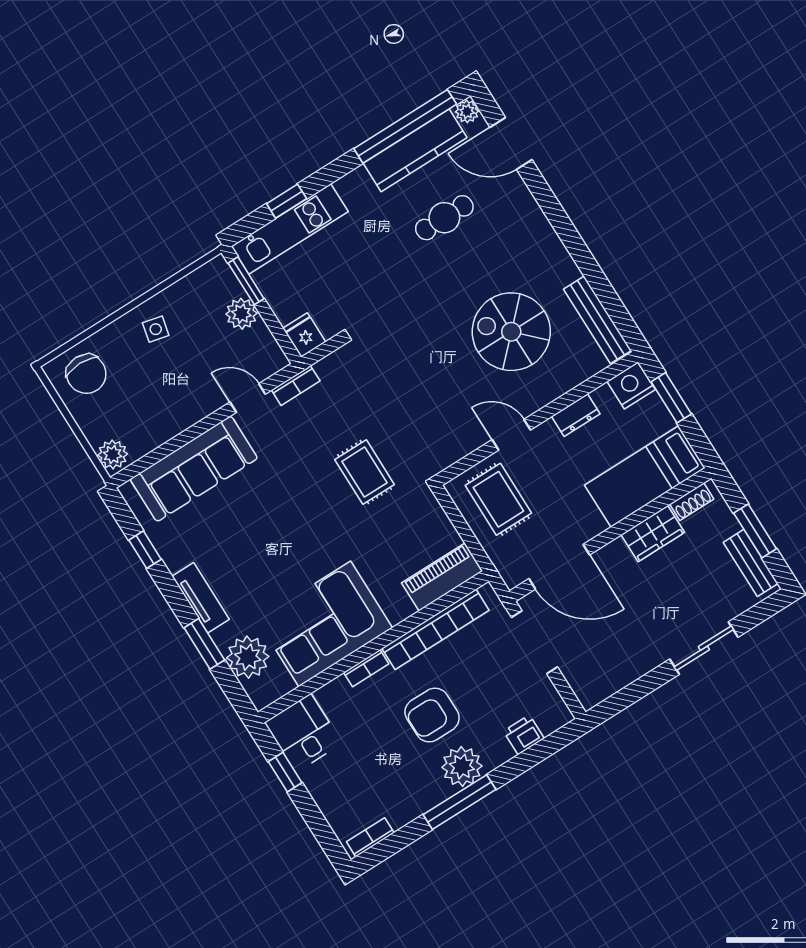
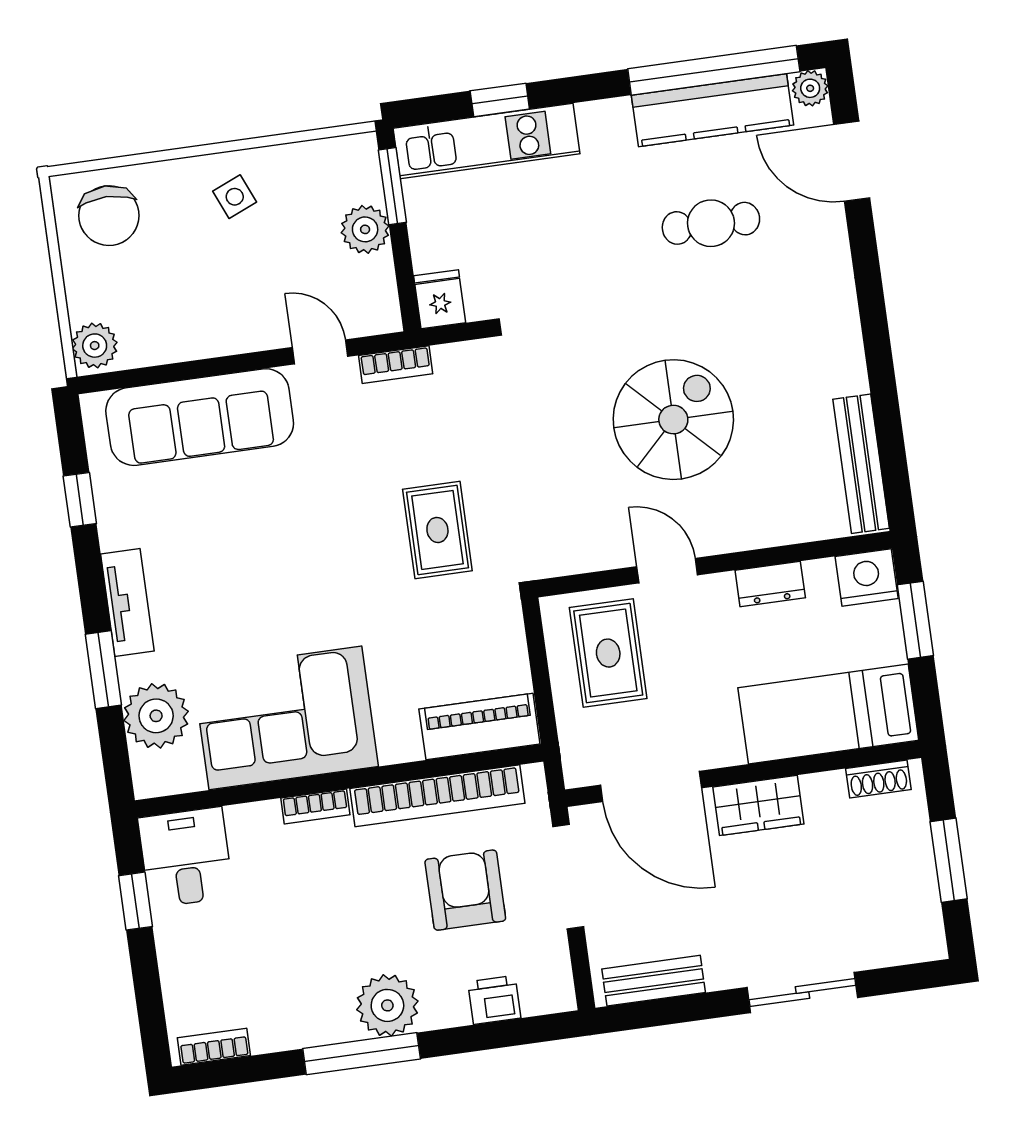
side table: (156, 329) -> (235, 197), turned -36
spiral stairs: (511, 332) -> (673, 420), moved, turned 90
wardrobe: (653, 534) -> (758, 805), moved
bench: (751, 563) -> (654, 981), moved, turned 90
armchair: (432, 715) -> (465, 890), moved, turned 90

